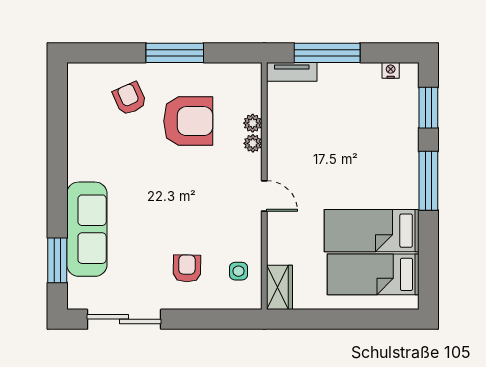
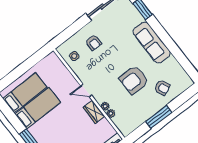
armchair: (188, 121) -> (134, 80), moved
sofa: (87, 229) -> (152, 43), moved
wardrobe: (280, 287) -> (94, 112), moved

